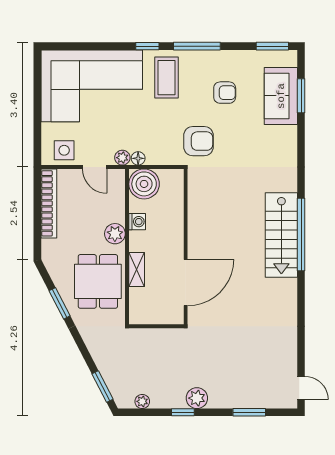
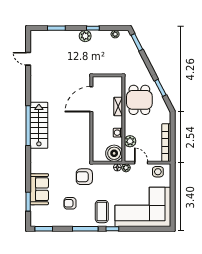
sofa: (281, 96) -> (39, 189), moved
plant: (115, 234) -> (130, 141), moved
door: (301, 388) -> (28, 59), moved

